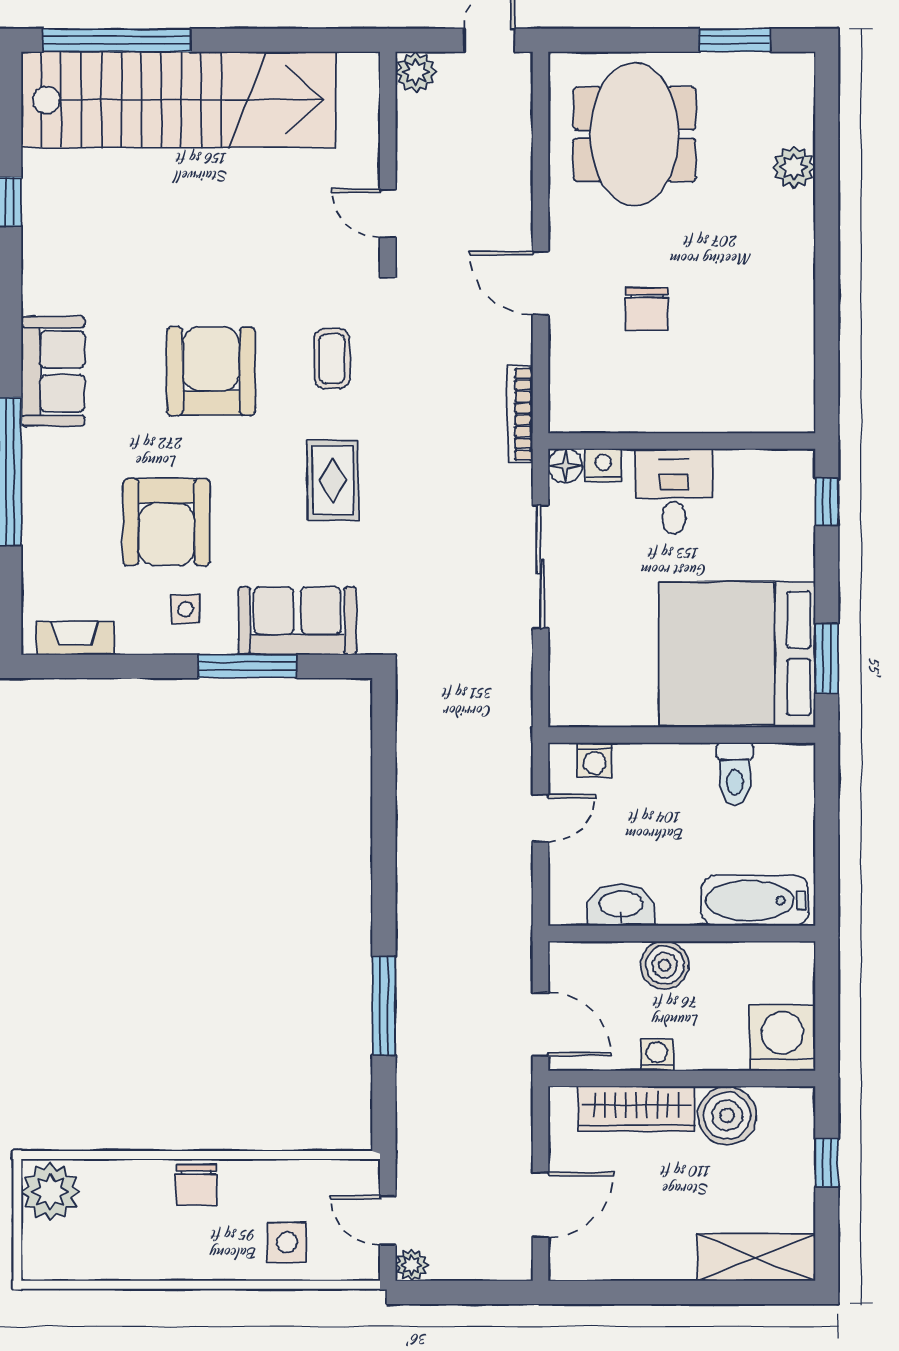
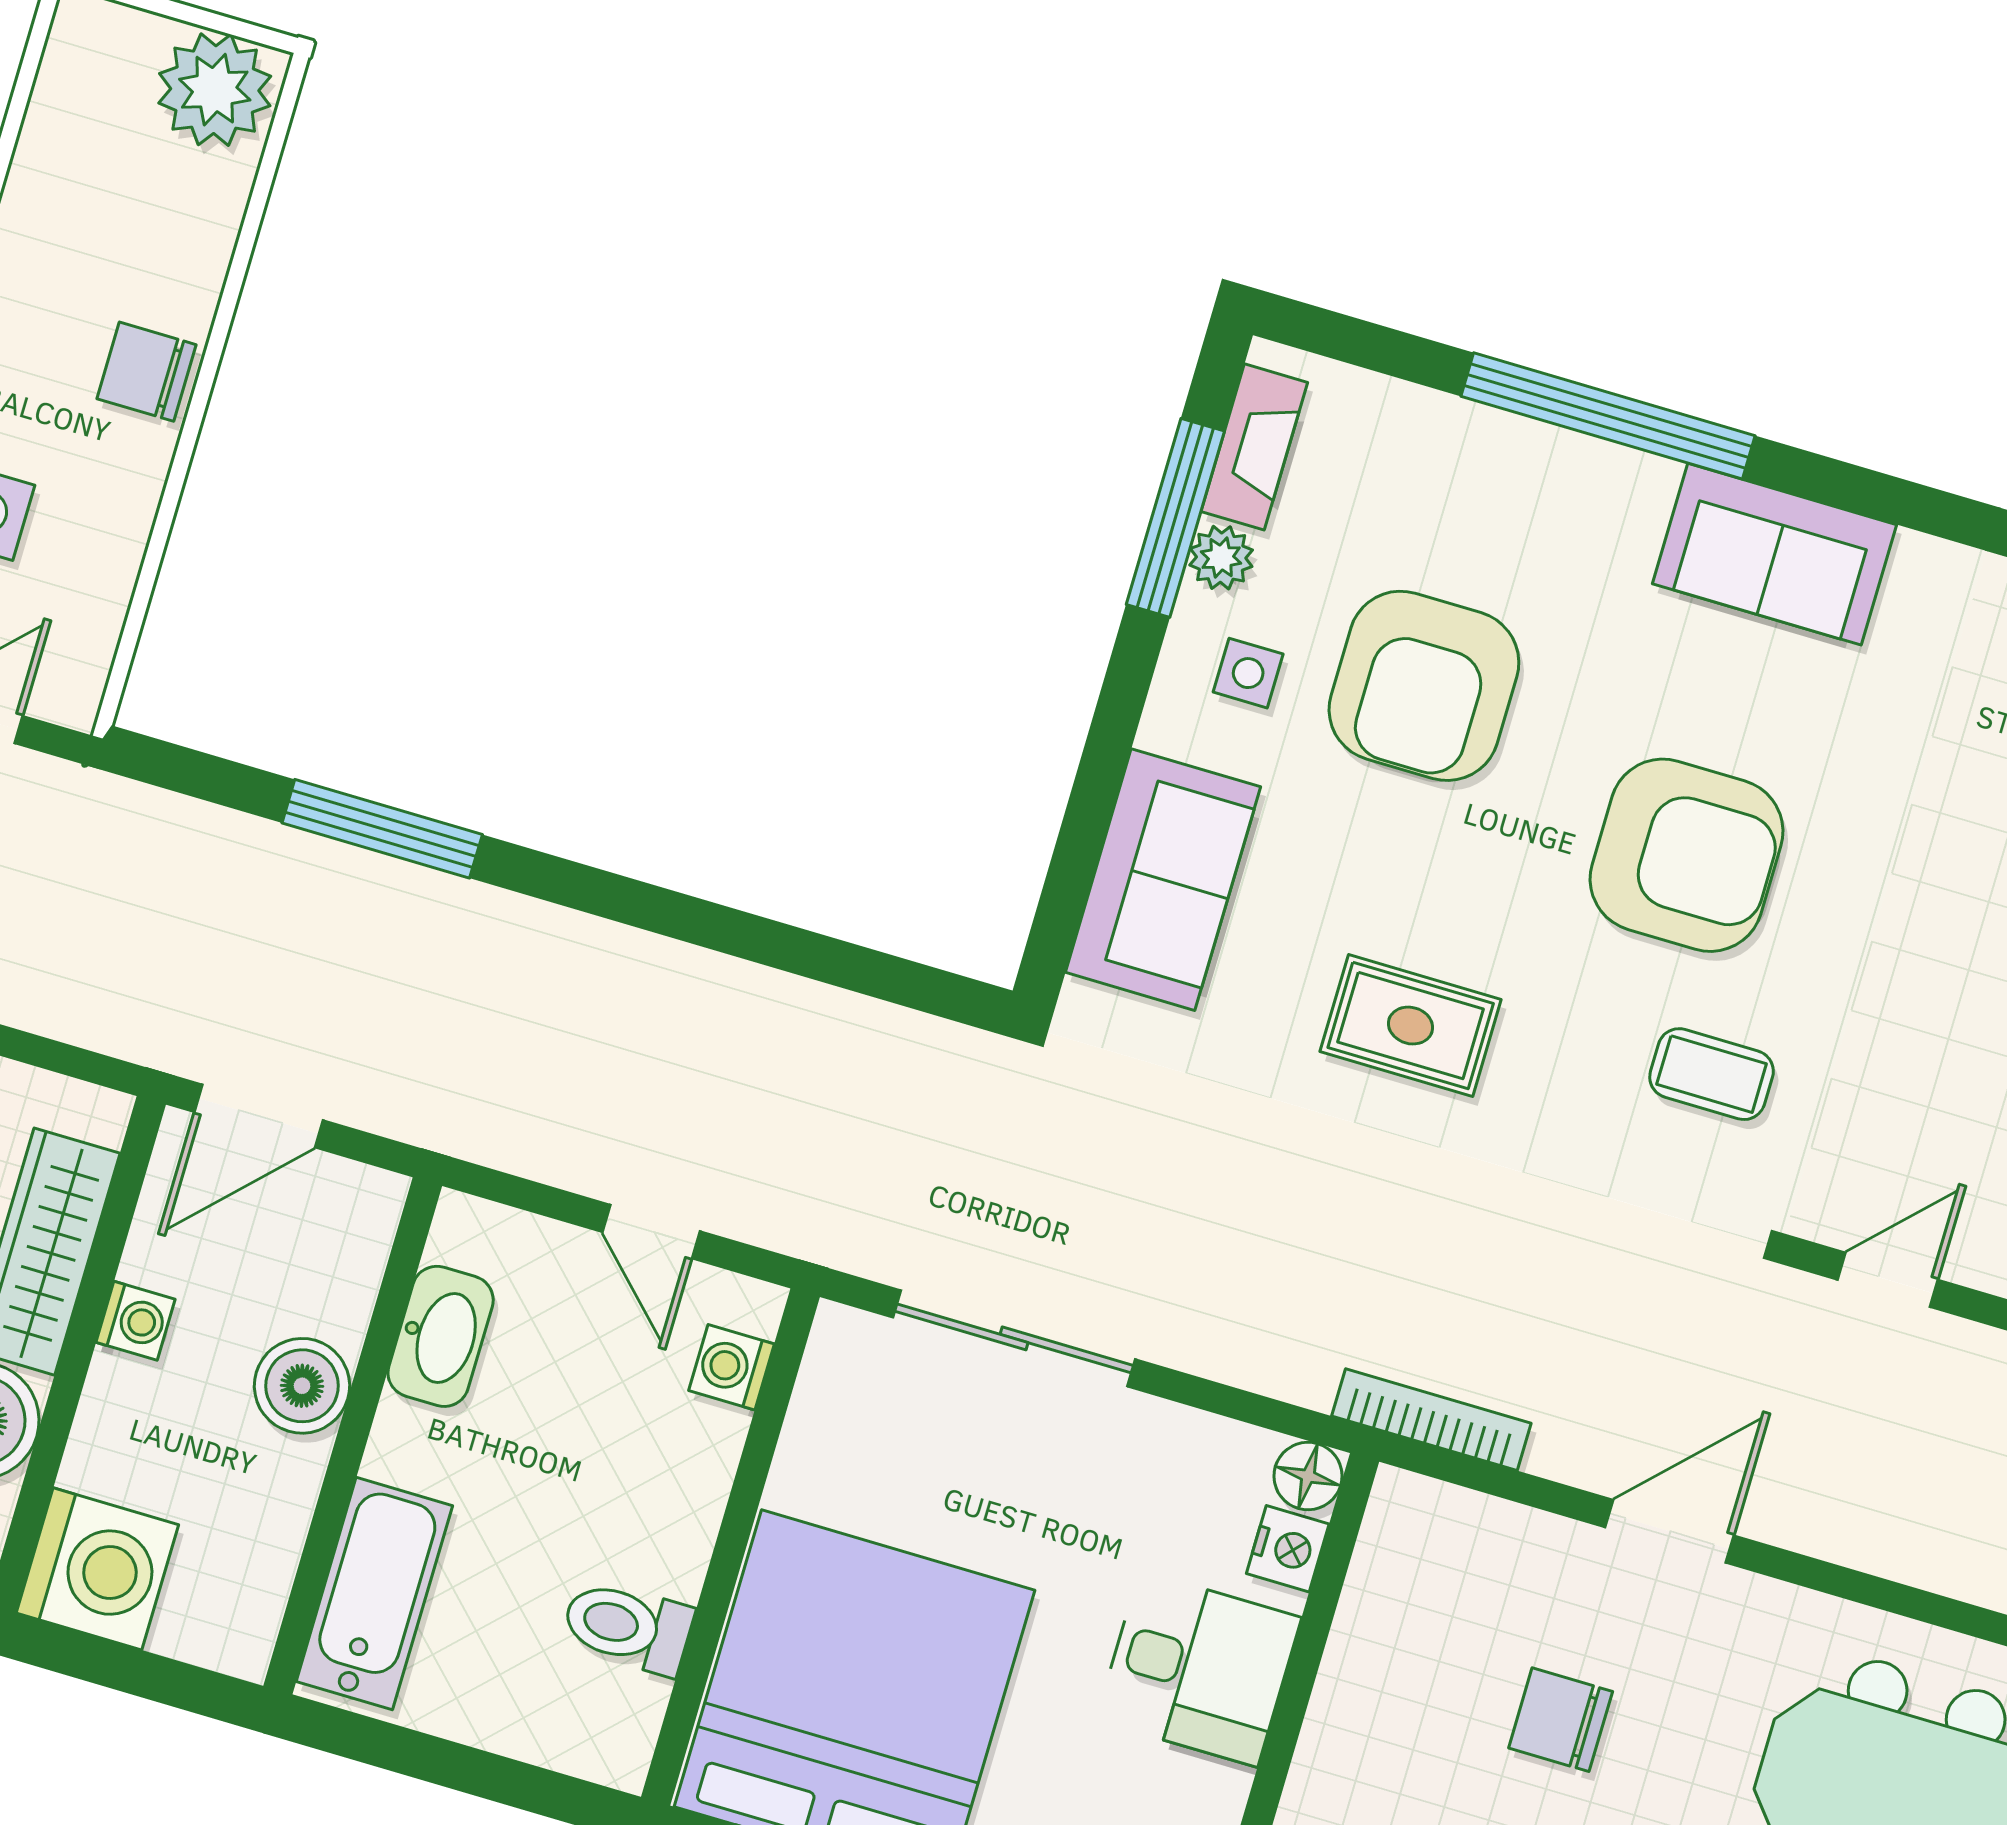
coffee table: (332, 358) -> (1712, 1074), moved
armchair: (167, 522) -> (1424, 686), turned -90
sliding door: (540, 567) -> (1014, 1338), moved
plant: (133, 639) -> (1221, 558), added
window: (247, 666) -> (1175, 518), moved

